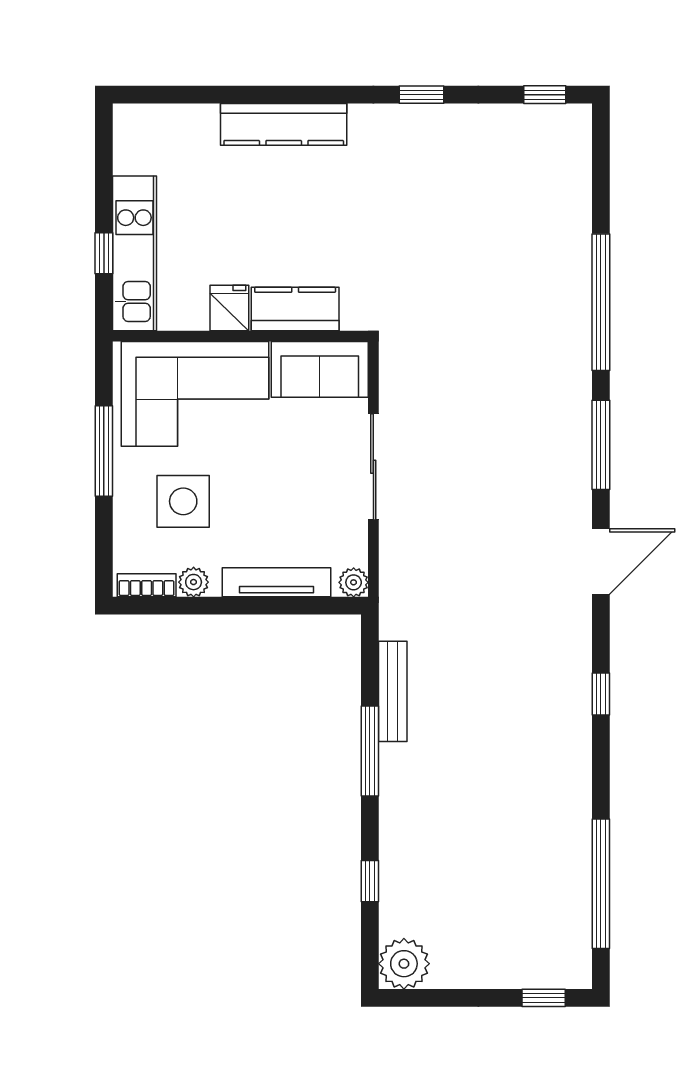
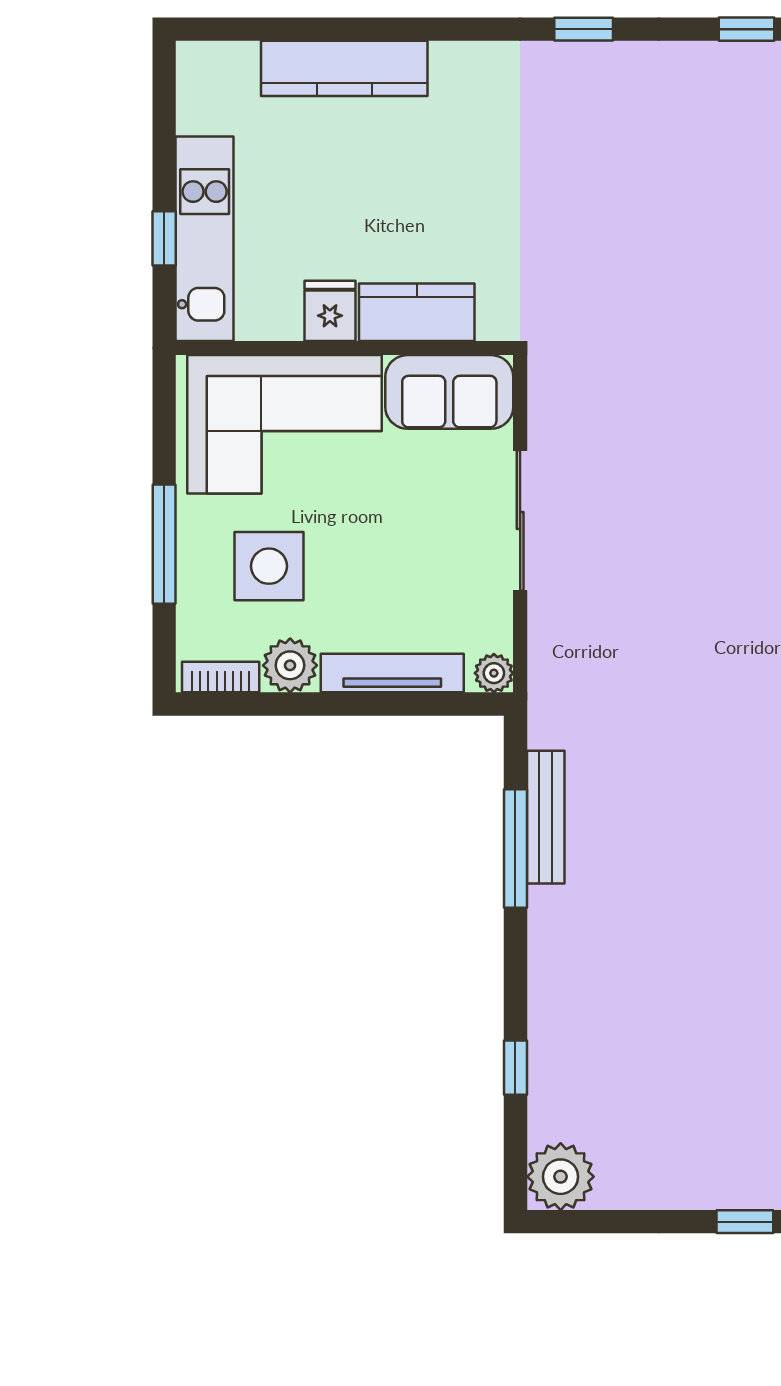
kitchen counter: (284, 124) -> (344, 68), moved
window: (104, 451) -> (164, 544), moved
plant: (194, 582) -> (290, 665), width x1.38, depth x1.38
window: (370, 751) -> (515, 848), moved

